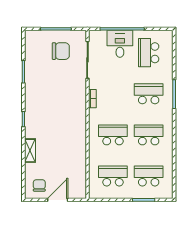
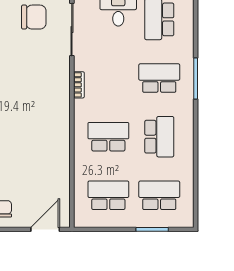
school desk: (149, 135) -> (159, 137), turned 90
door: (58, 200) -> (45, 229), moved

